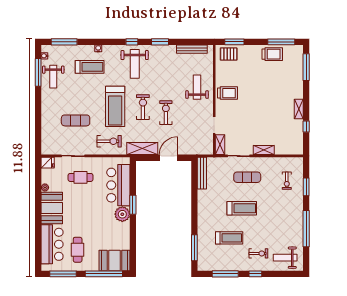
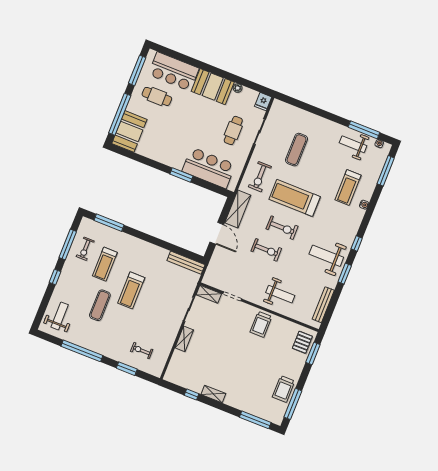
weight bench: (135, 64) -> (326, 256), moved
exercise mat: (247, 177) -> (100, 305), moved
plant: (122, 214) -> (176, 160), removed
exercise bike: (258, 253) -> (85, 249), moved

